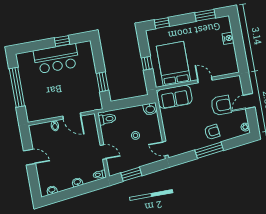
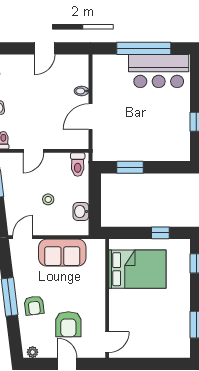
nightstand: (228, 38) -> (159, 351), removed
bar counter: (56, 59) -> (159, 71), moved, turned -90
window: (147, 63) -> (160, 233), moved
door: (205, 80) -> (107, 342), moved
sofa: (174, 97) -> (62, 253), moved, turned -90
washbasin: (150, 109) -> (81, 211), moved

